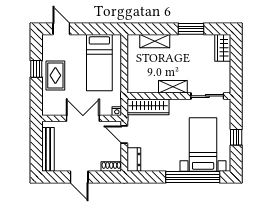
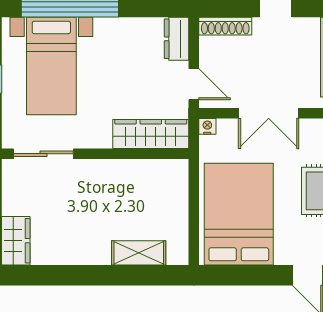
window: (191, 29) -> (73, 275), removed
bed: (99, 63) -> (239, 214), width x1.50
shelving: (173, 87) -> (106, 170), removed
shoe rack: (111, 167) -> (225, 26), width x1.43

